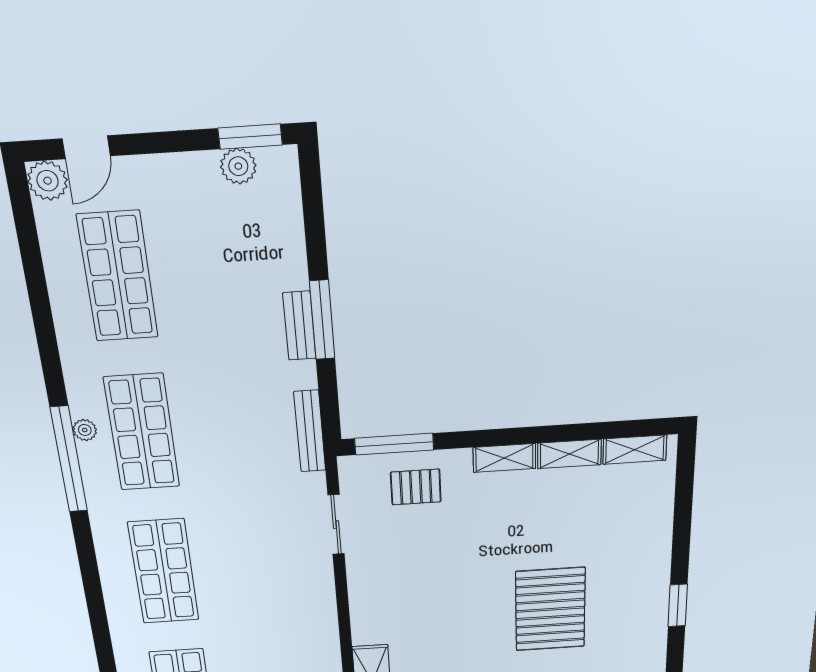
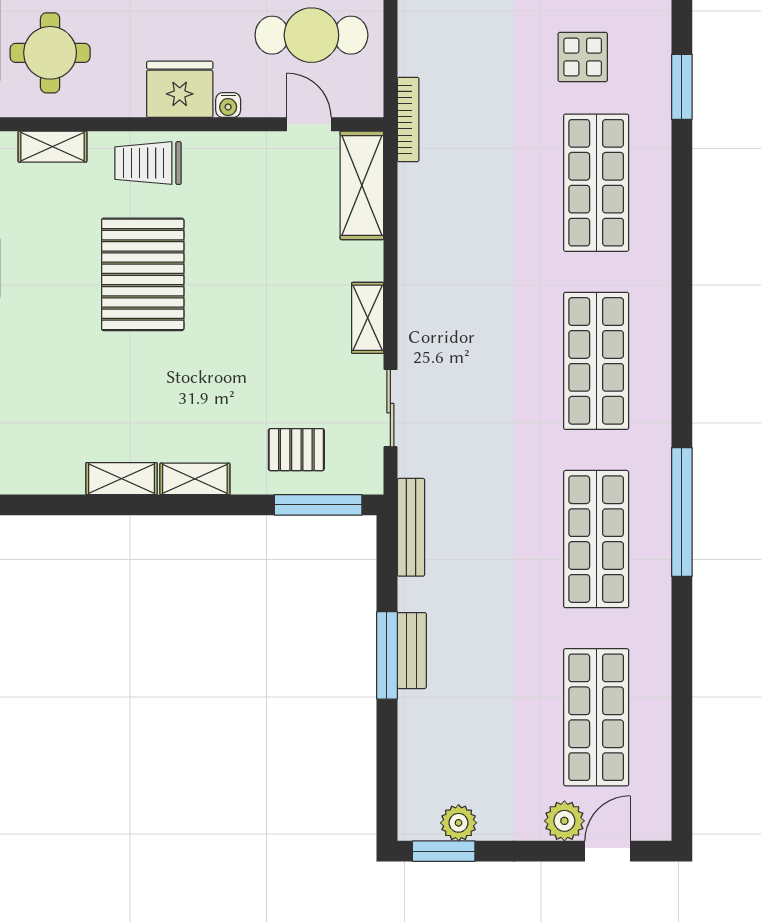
plant: (48, 181) -> (564, 821), moved
plant: (85, 430) -> (658, 546), removed
shelving: (635, 450) -> (368, 318), moved, turned 90

